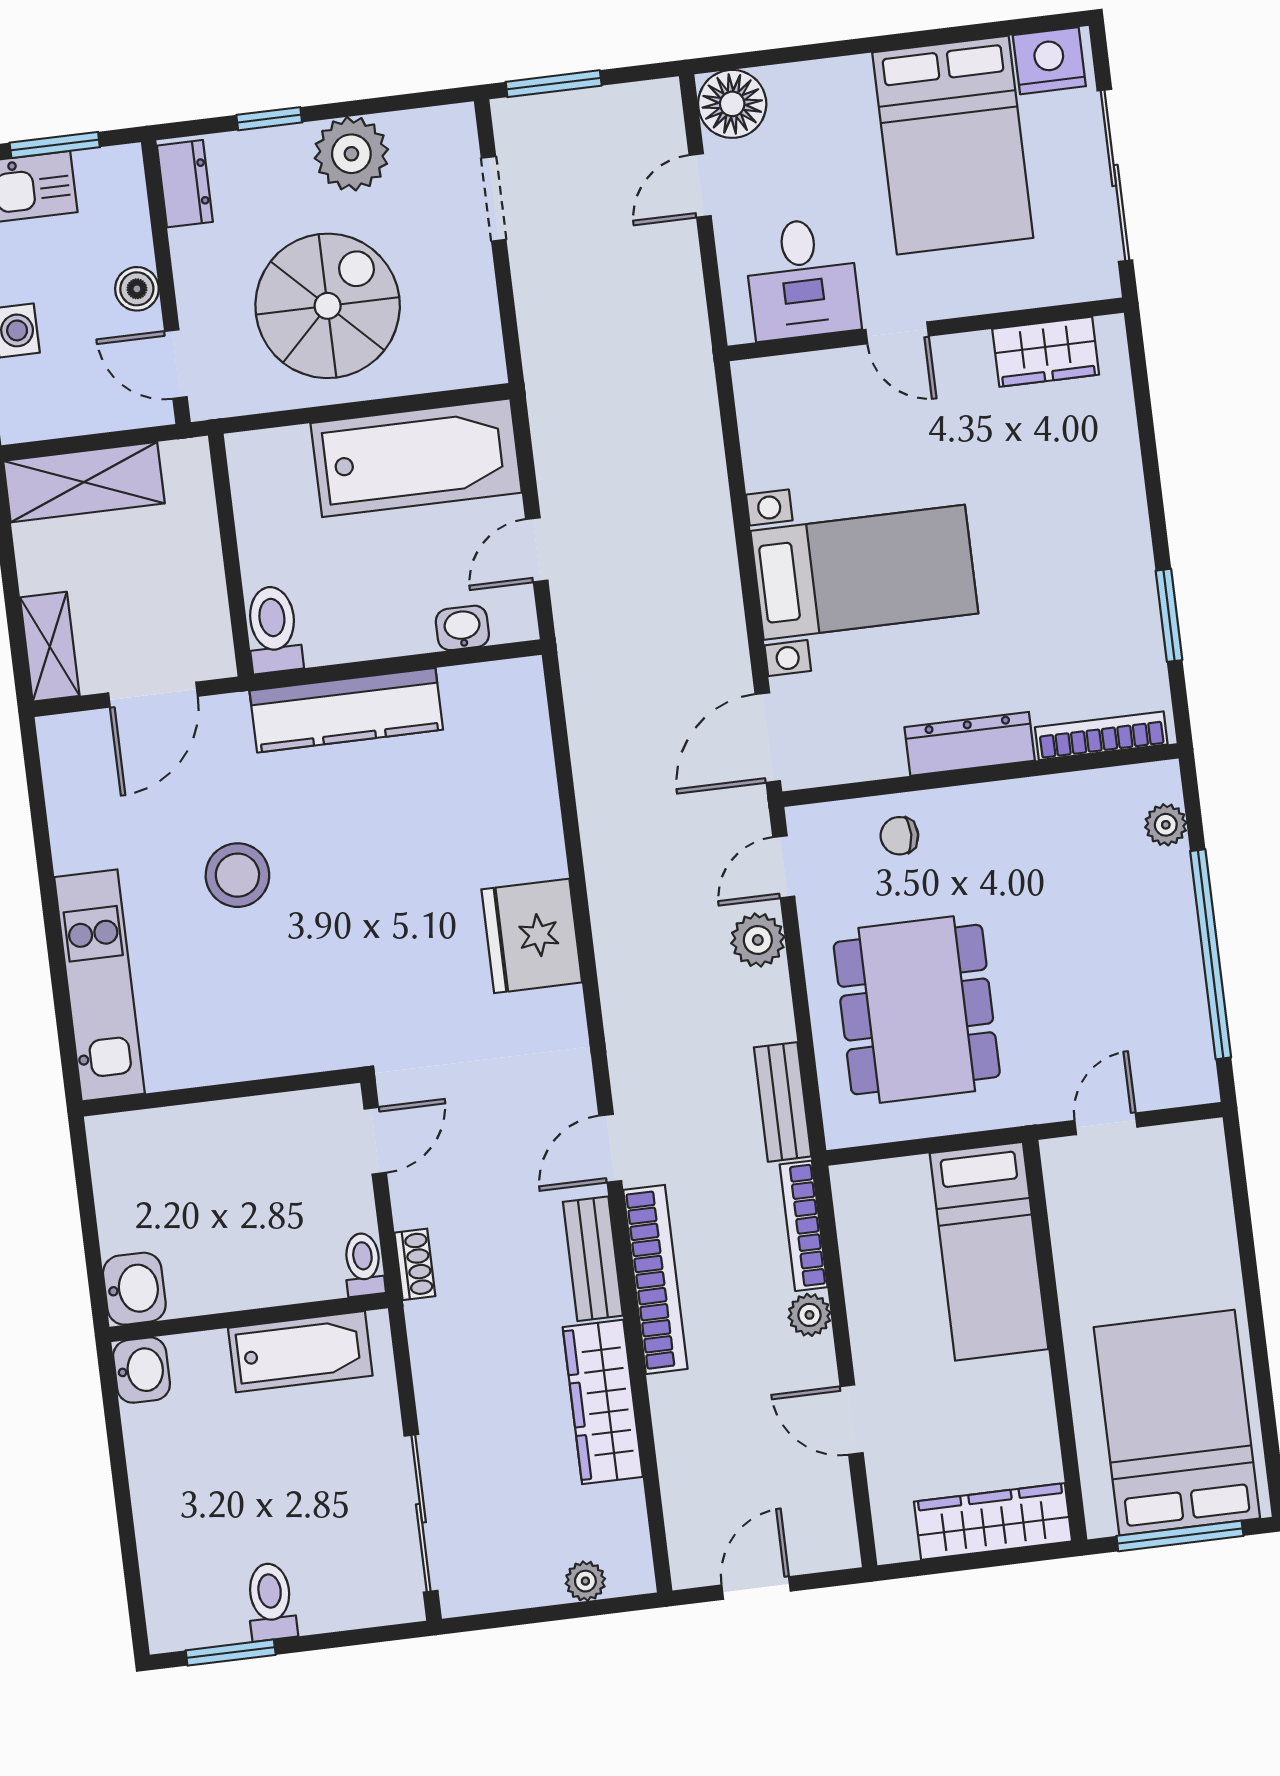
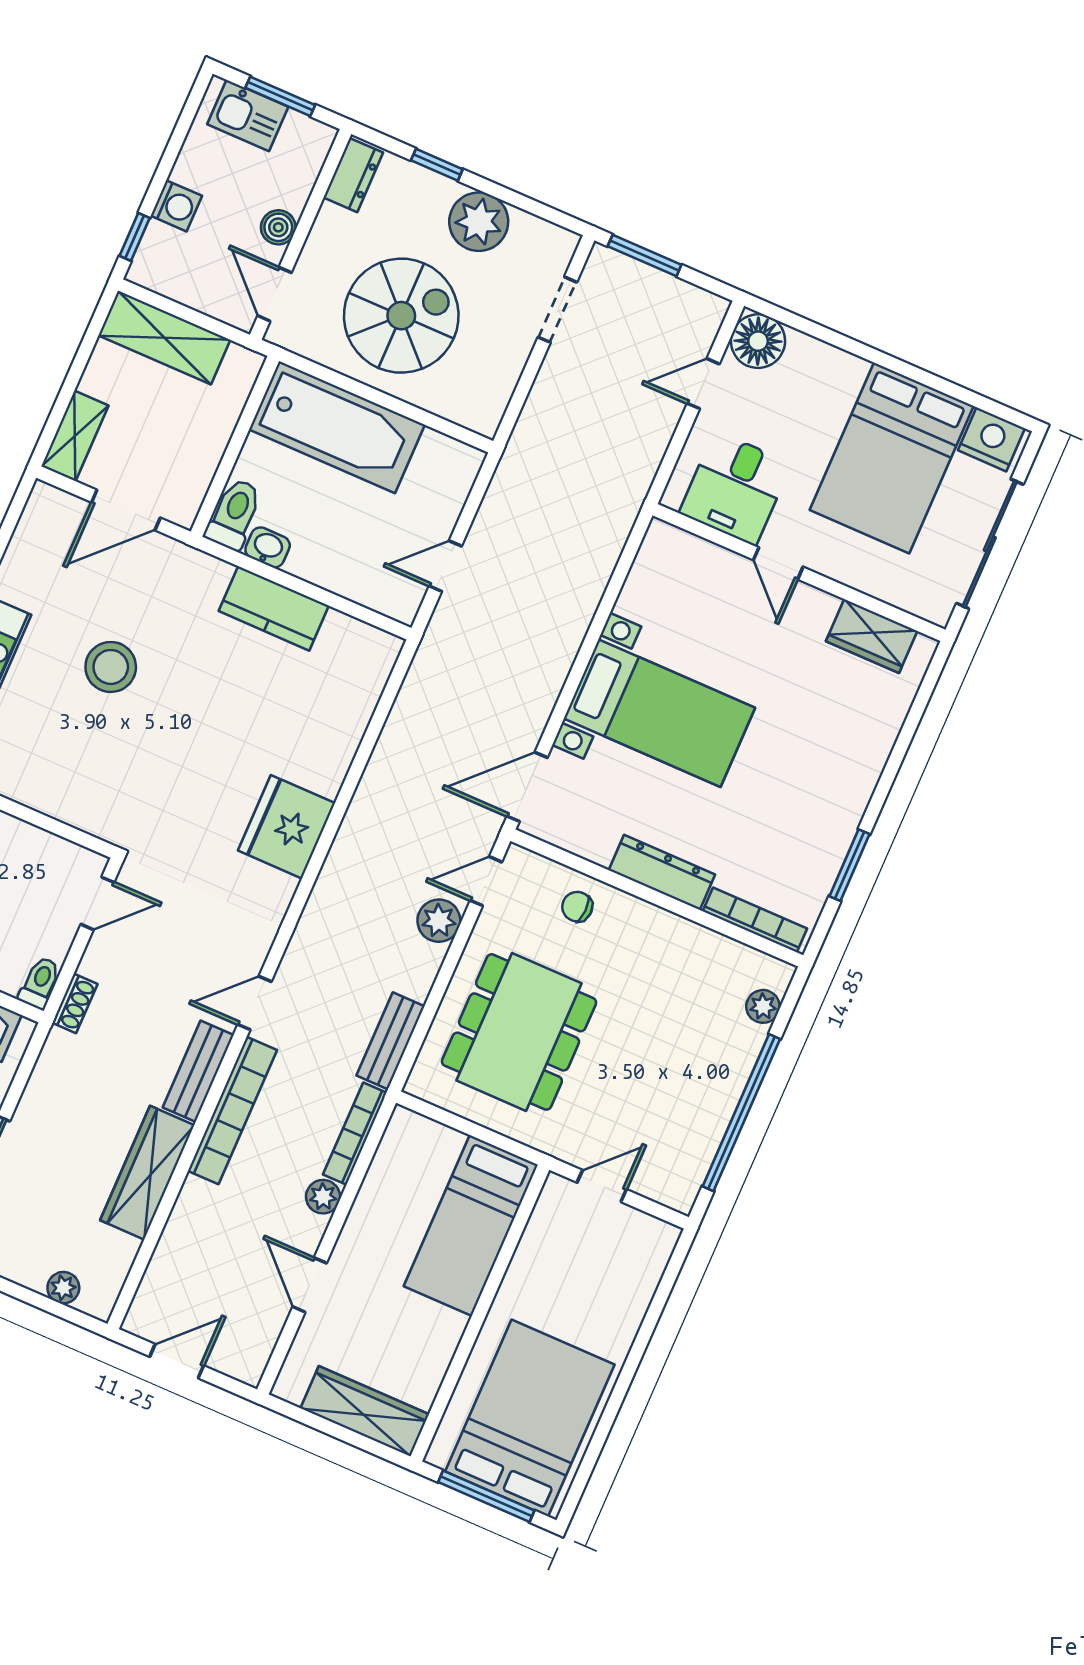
bathtub: (416, 458) -> (337, 427), moved
washbasin: (462, 628) -> (268, 547), moved
kitchen counter: (346, 710) -> (274, 608), width x0.67

